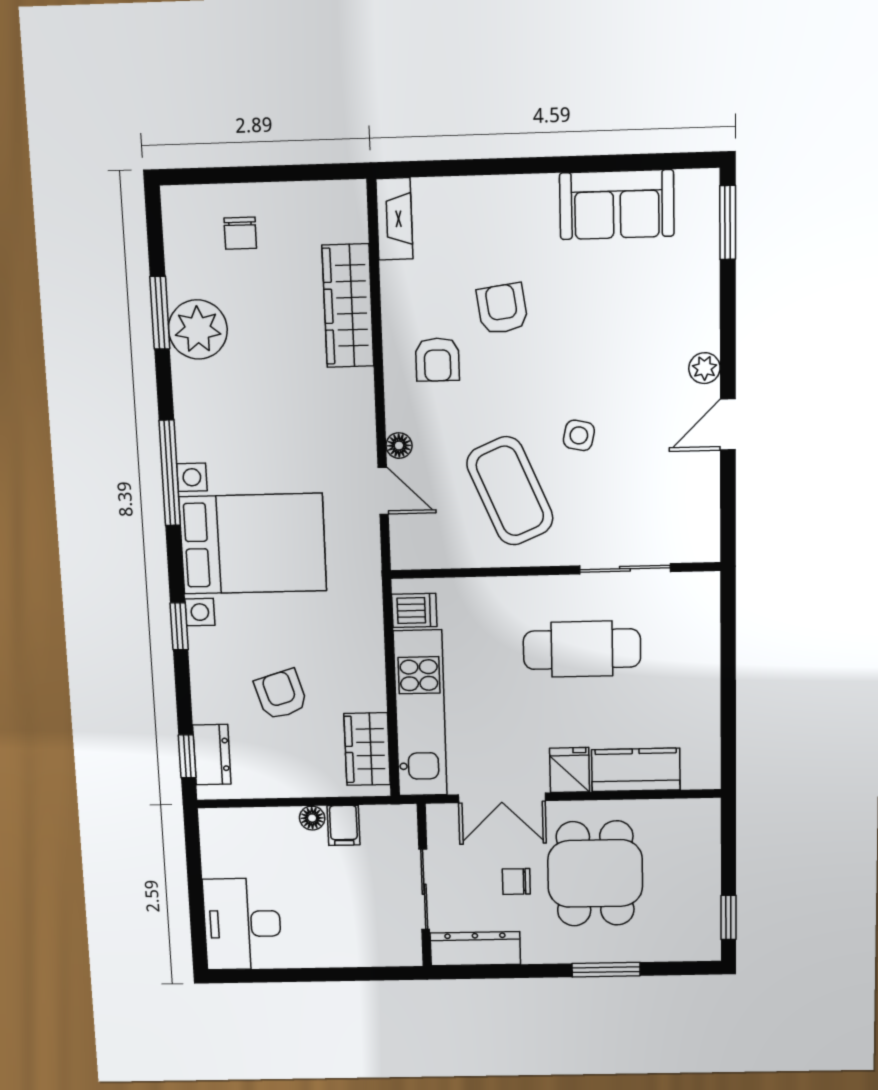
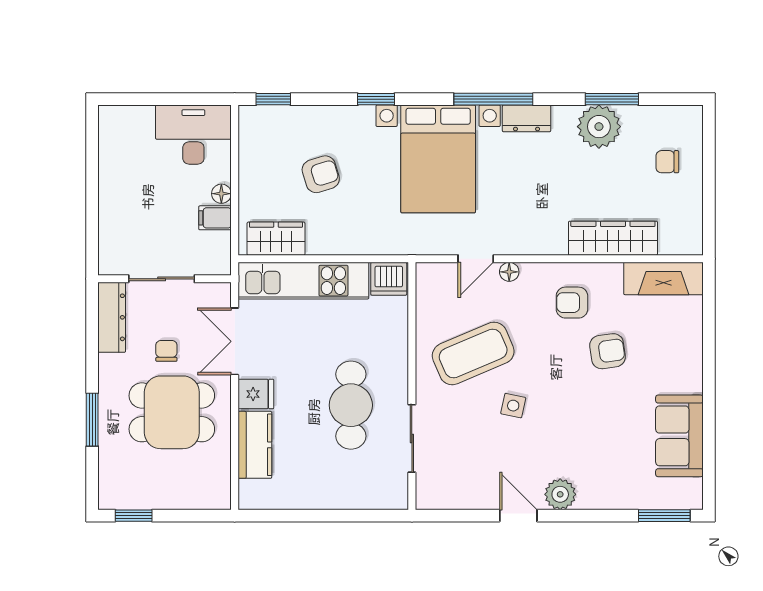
fireplace: (394, 219) -> (663, 279), width x1.37, depth x1.32
plant: (704, 368) -> (560, 494), width x1.38, depth x1.38
dishwasher: (414, 610) -> (389, 279), width x1.38
dresser: (212, 755) -> (527, 118), moved
desk: (242, 924) -> (193, 135), moved

